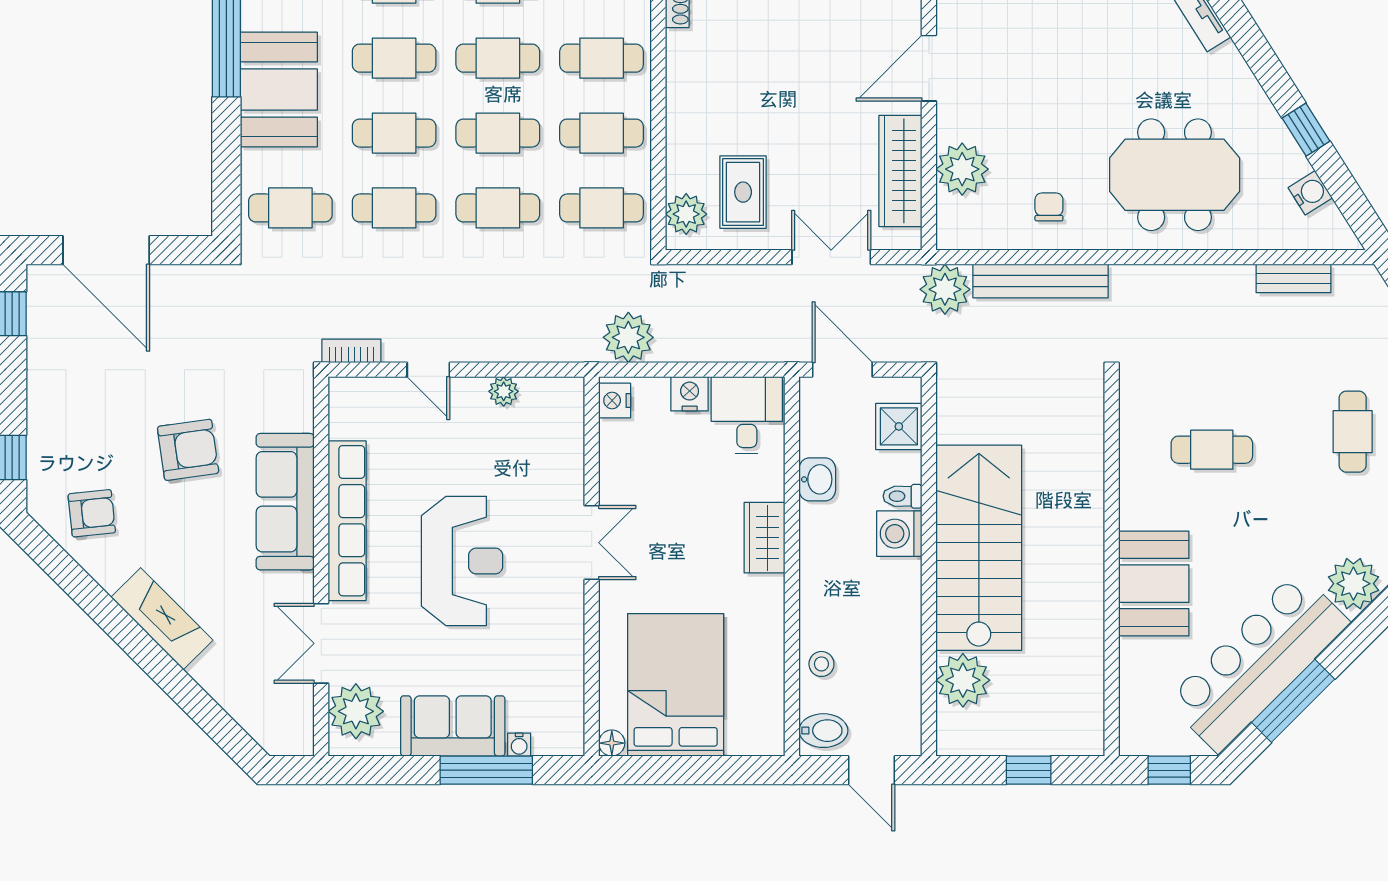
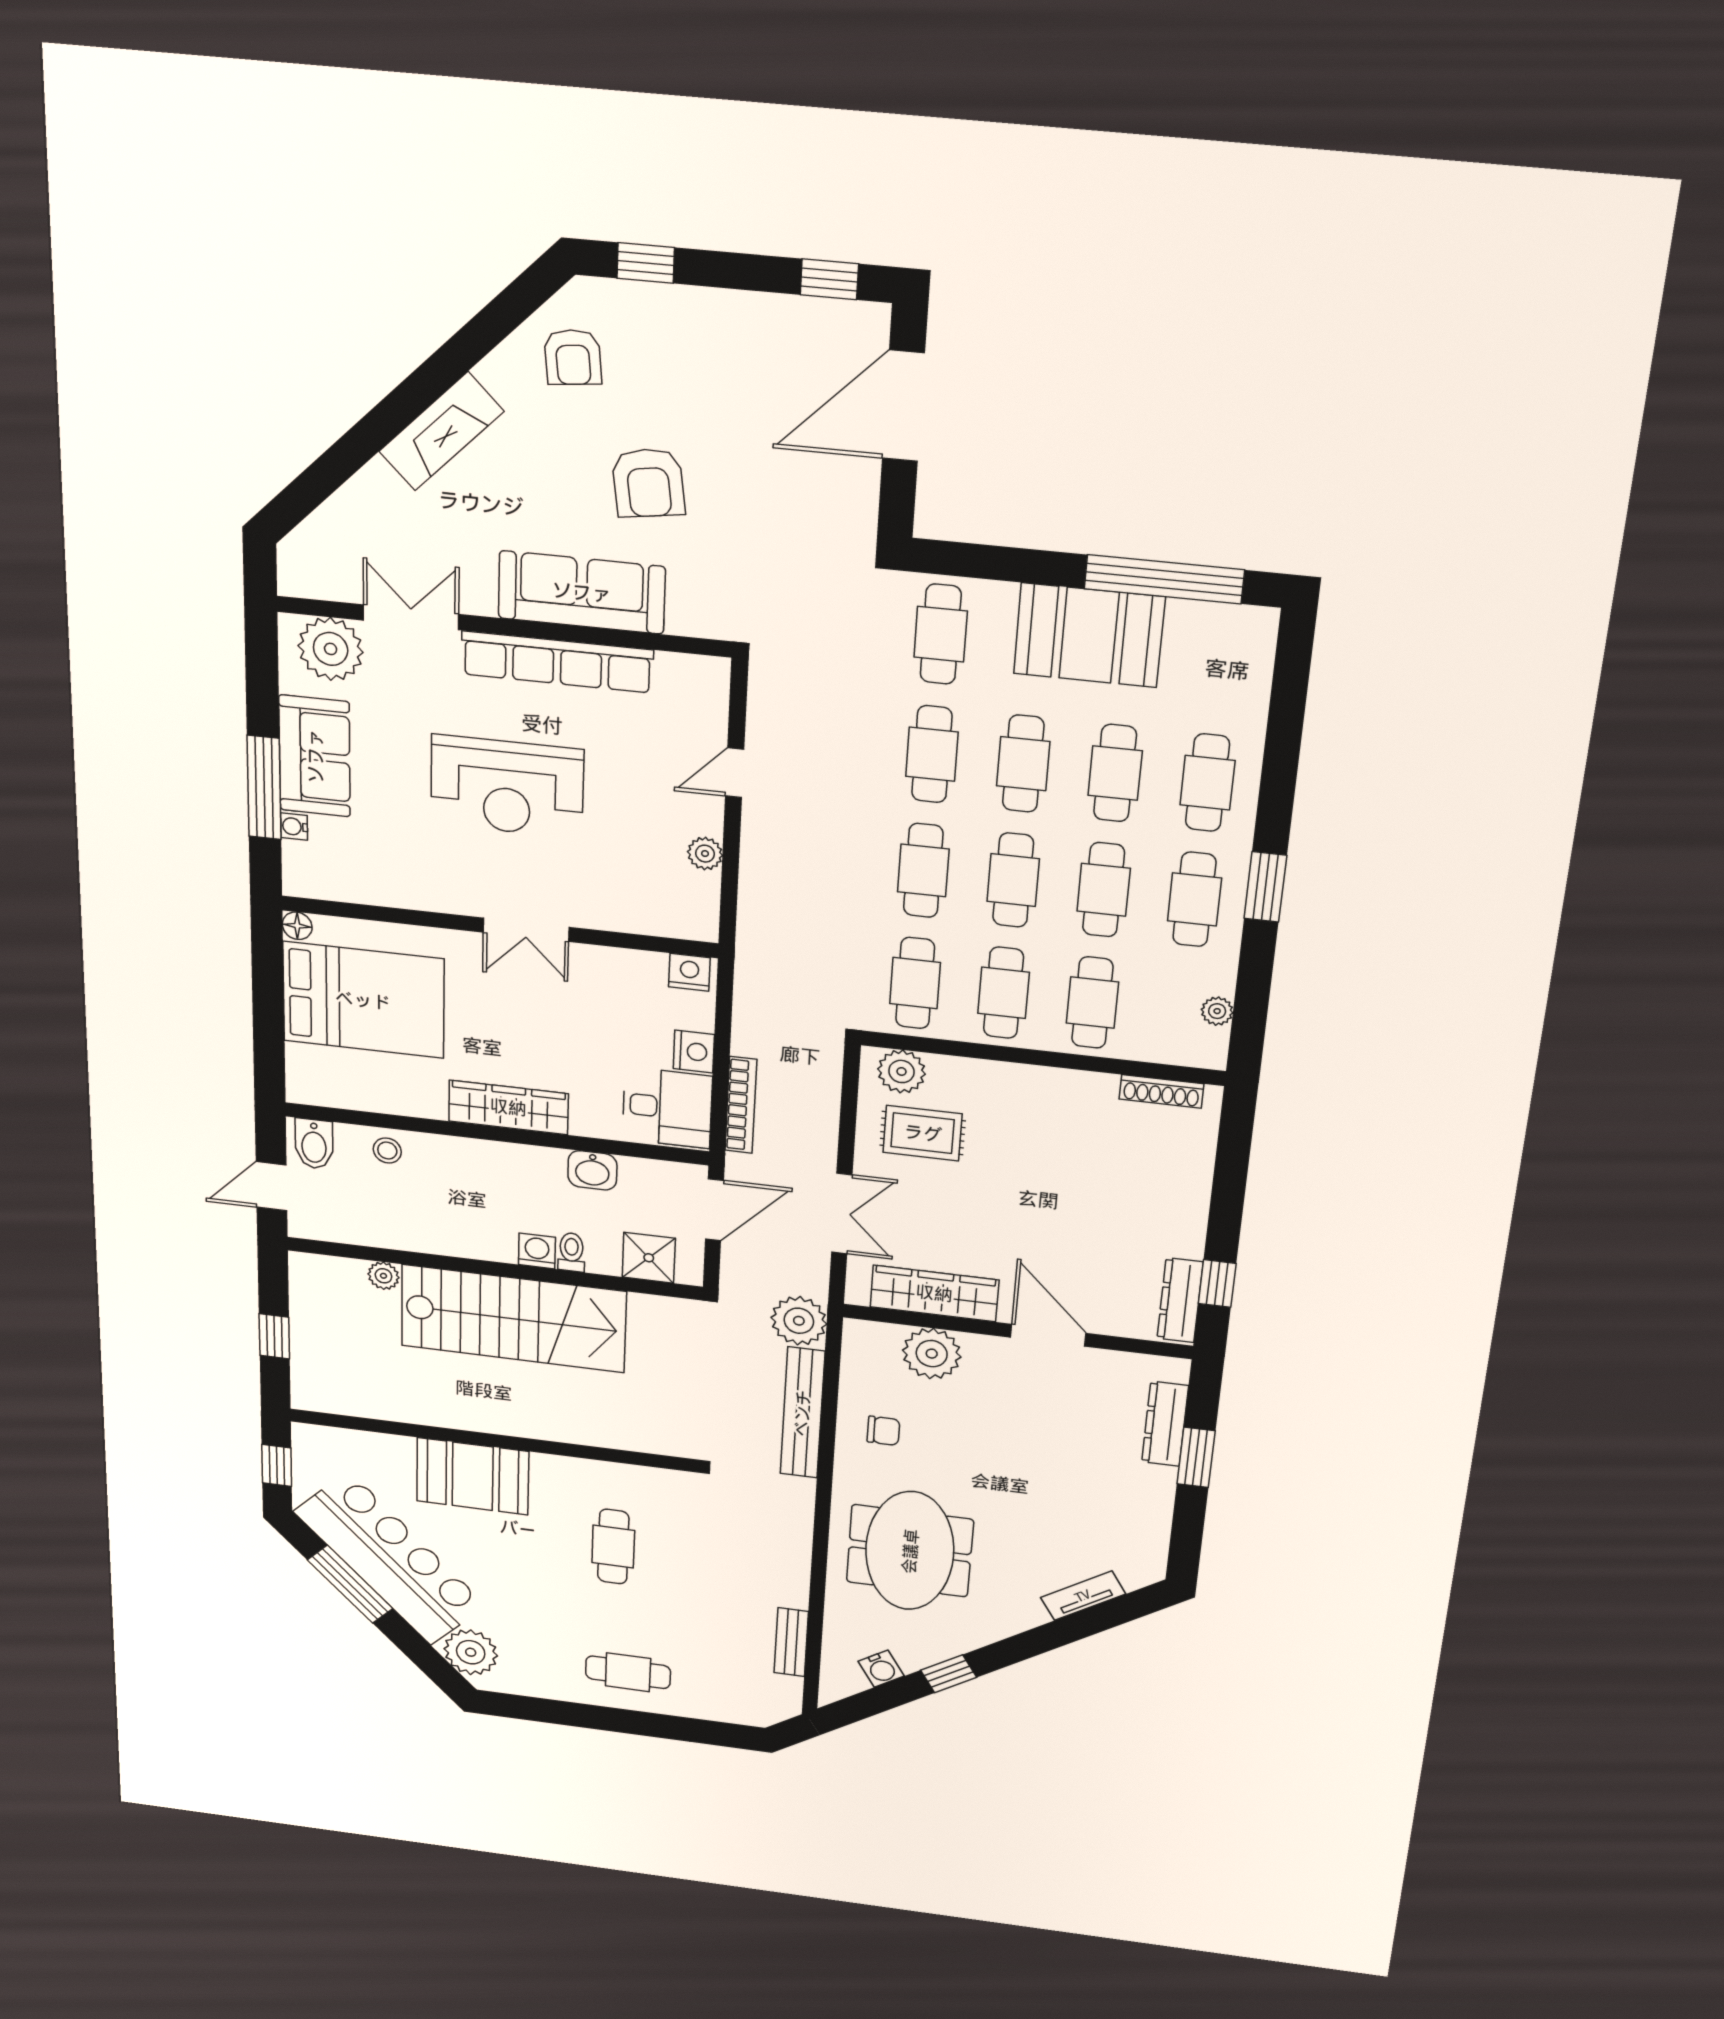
plant: (628, 337) -> (762, 995), removed
bookcase: (351, 351) -> (741, 1105), moved, width x1.56
washing machine: (899, 534) -> (537, 1251), width x0.73, depth x0.73
wardrobe: (764, 538) -> (508, 1107), width x1.50
plant: (963, 680) -> (383, 1276), width x0.53, depth x0.53

